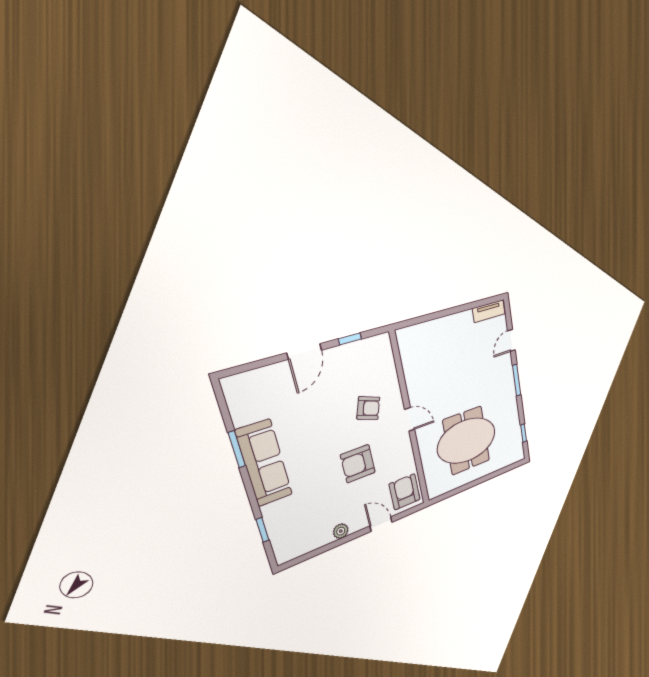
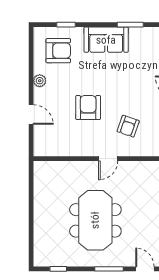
meeting table: (467, 441) -> (95, 220), moved
sofa: (264, 463) -> (106, 40), width x0.73
armchair: (405, 492) -> (58, 51), moved
door: (381, 524) -> (31, 115), hinge flipped

